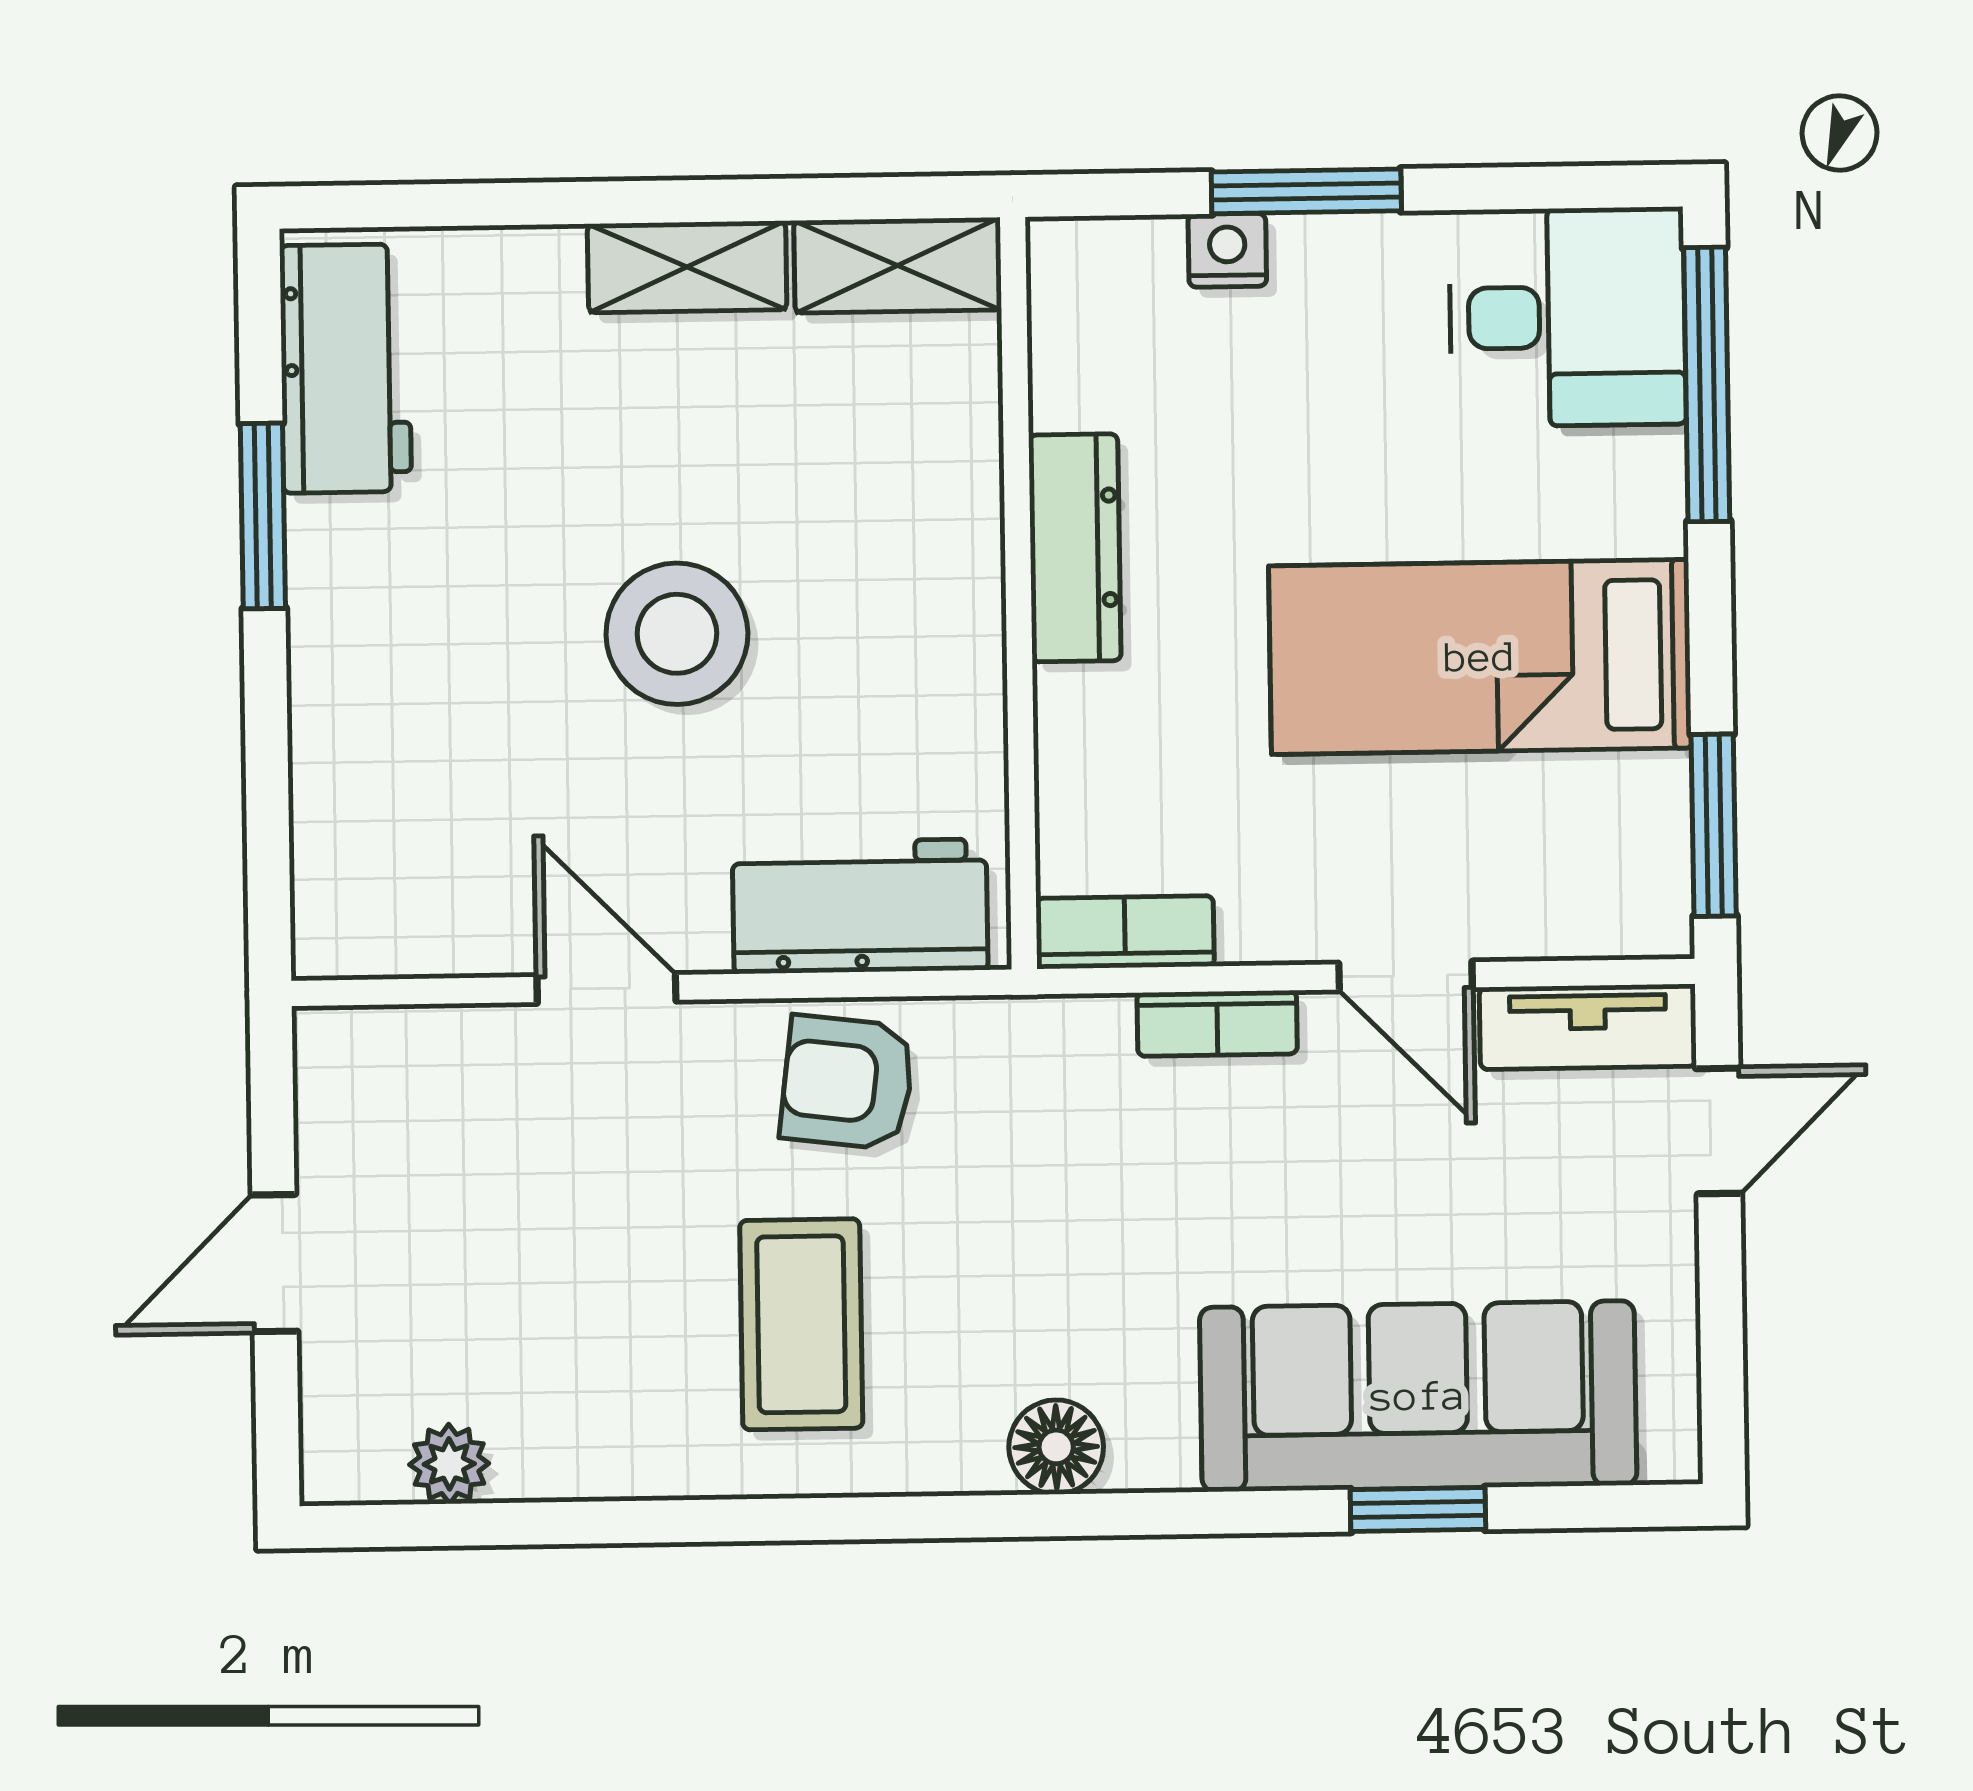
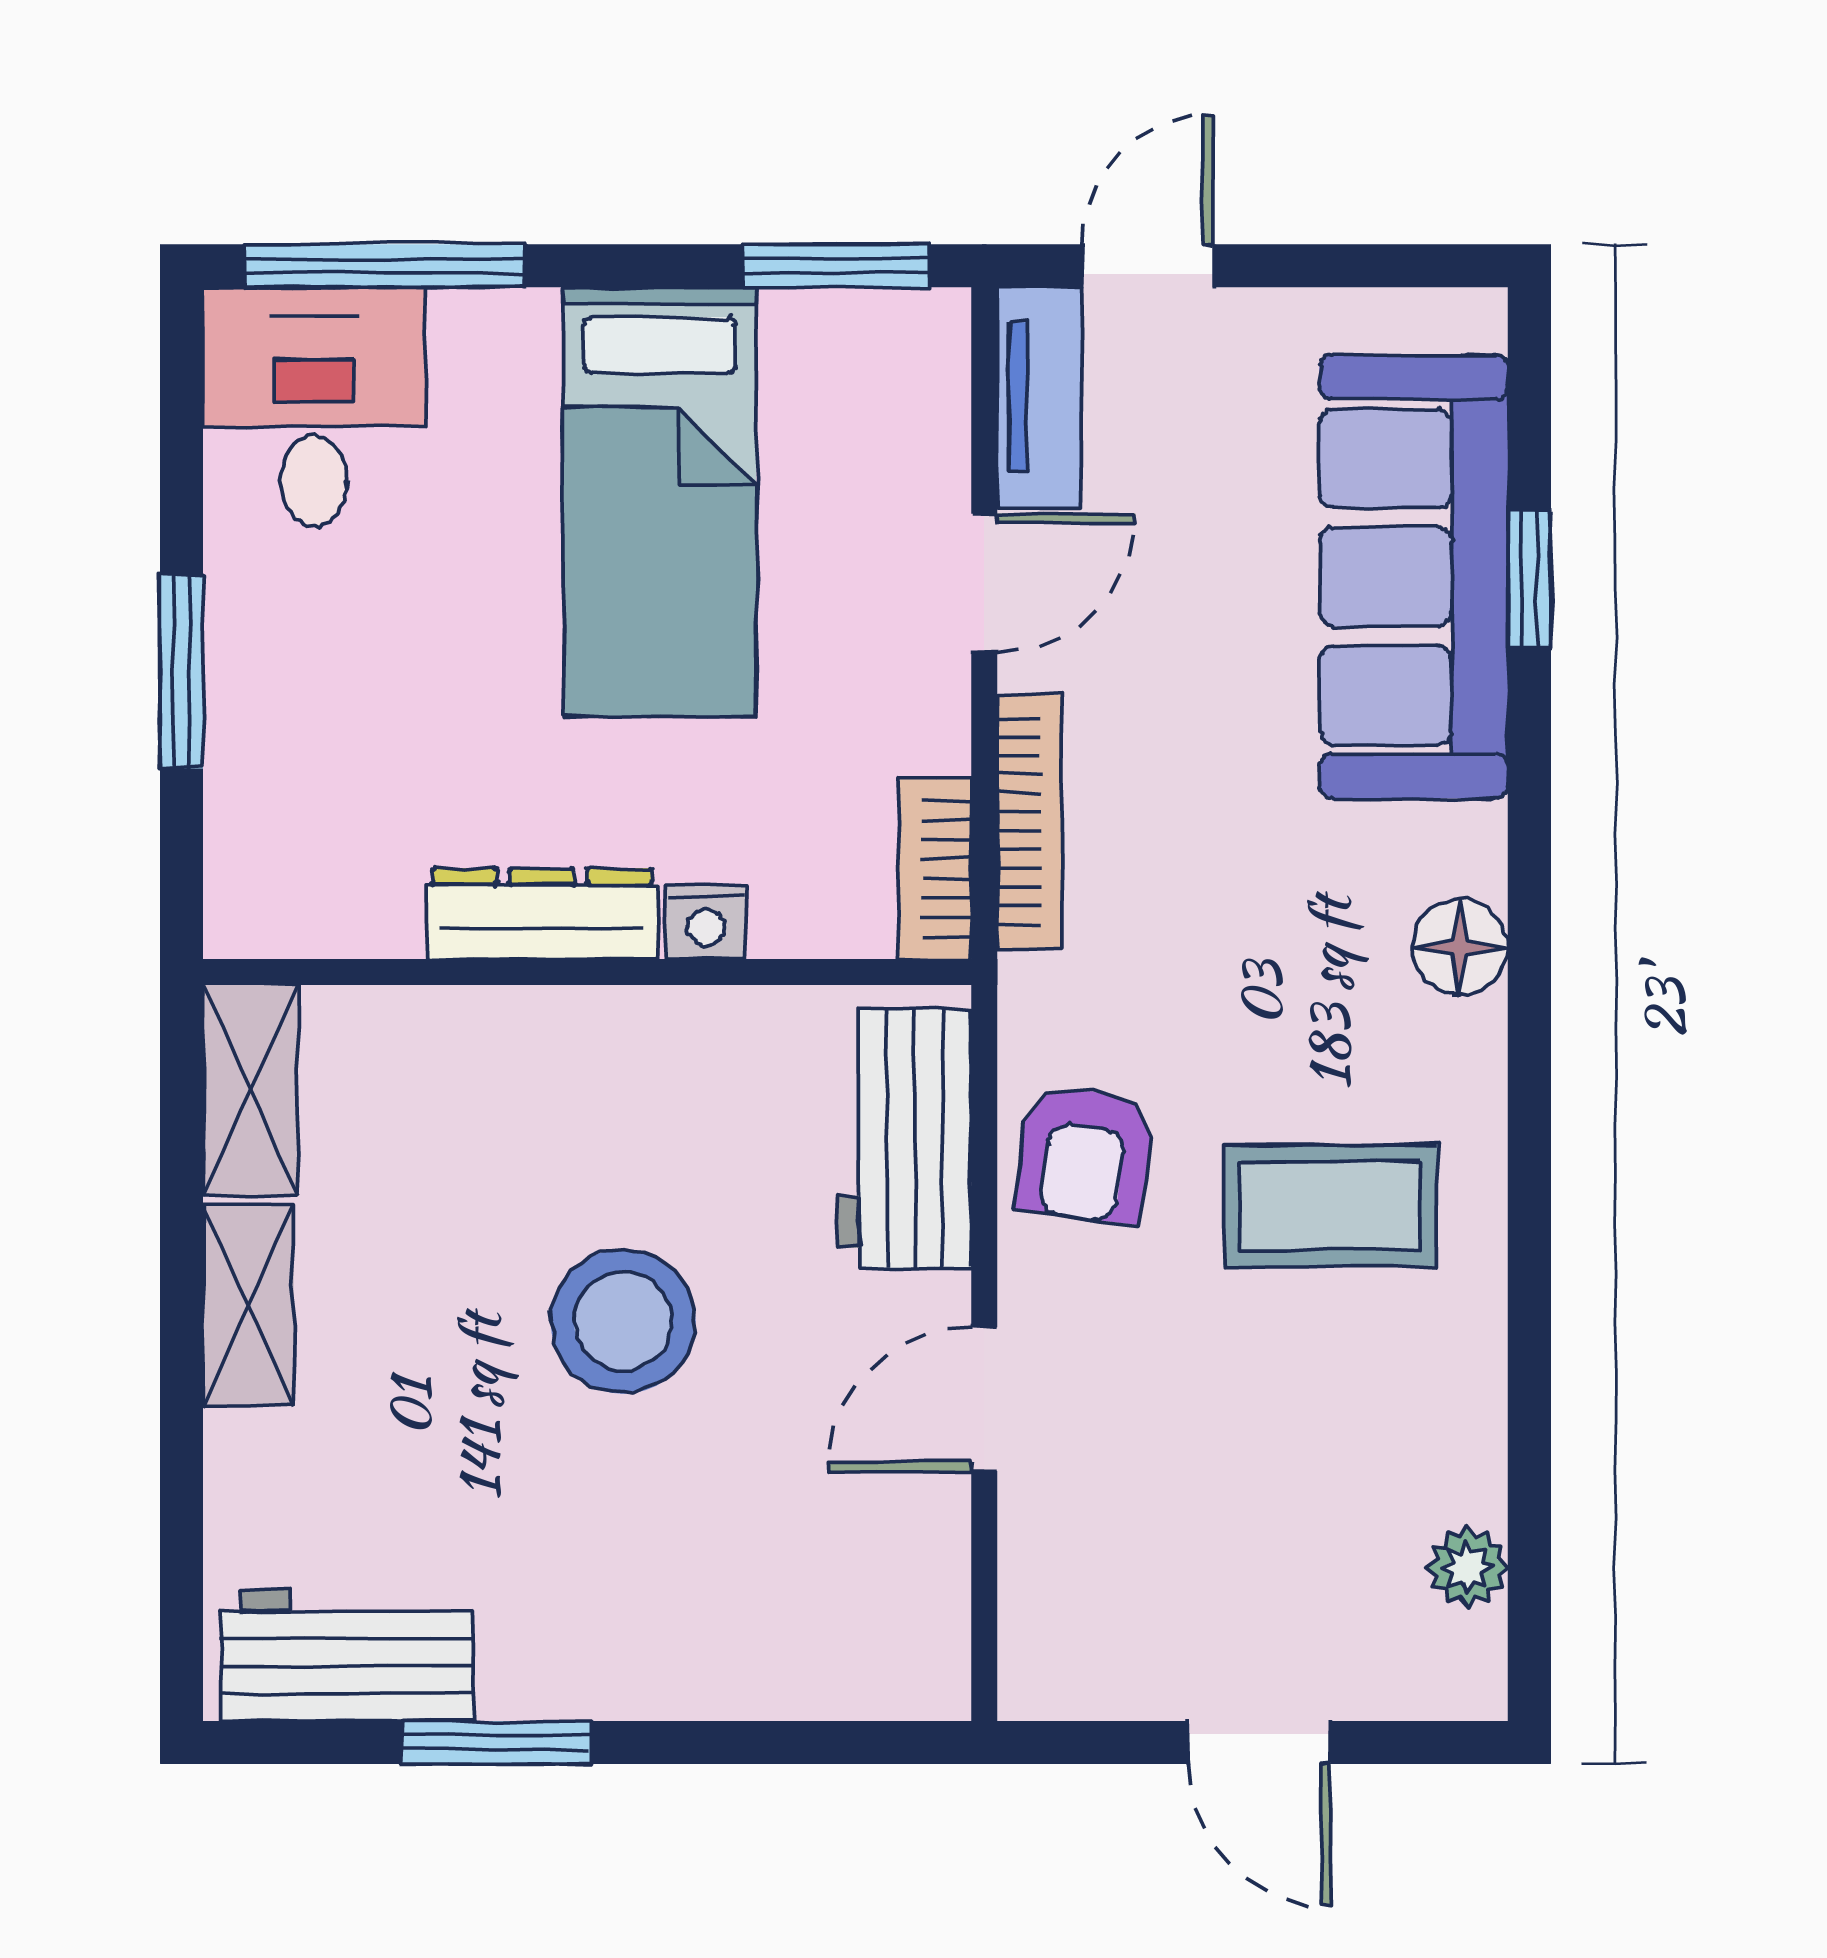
nightstand: (1227, 250) -> (706, 922), moved, turned -90
bookcase: (1217, 1023) -> (1030, 822), width x1.56
door: (1718, 1131) -> (1148, 266), hinge flipped

